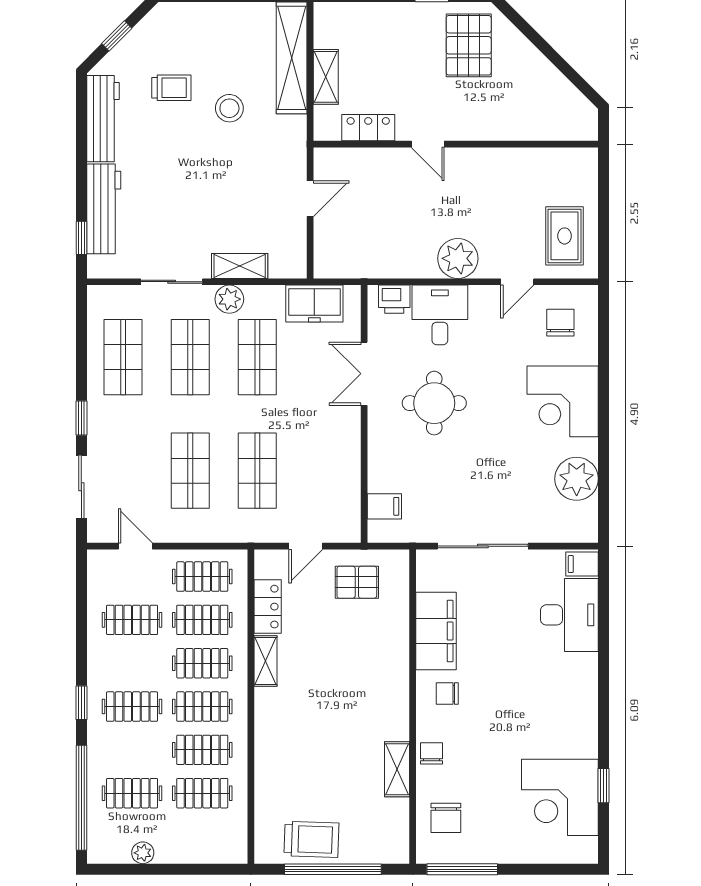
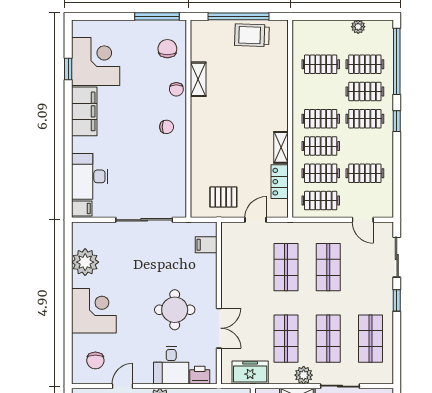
filing cabinet: (436, 631) -> (84, 111), moved, turned 180
clothes rail: (202, 750) -> (365, 91), moved

